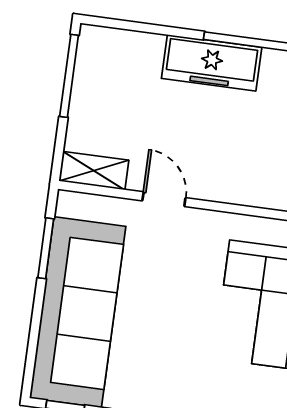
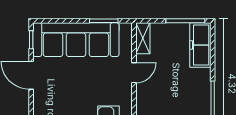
freezer: (212, 63) -> (200, 45), moved

